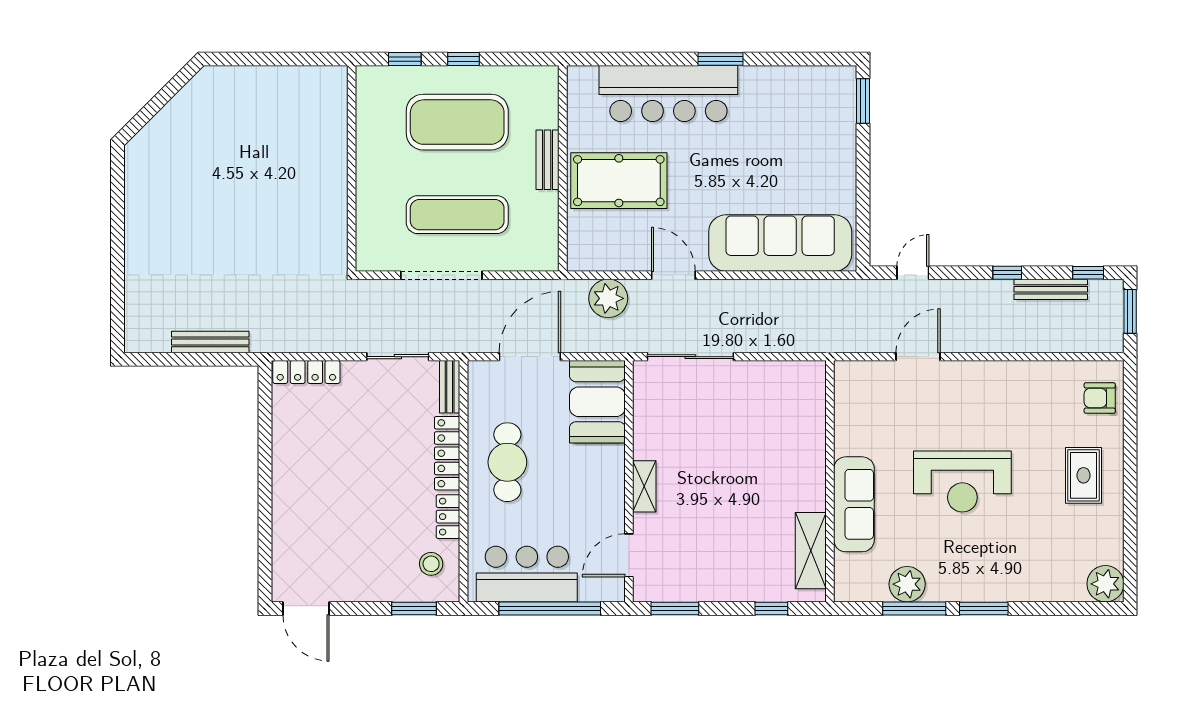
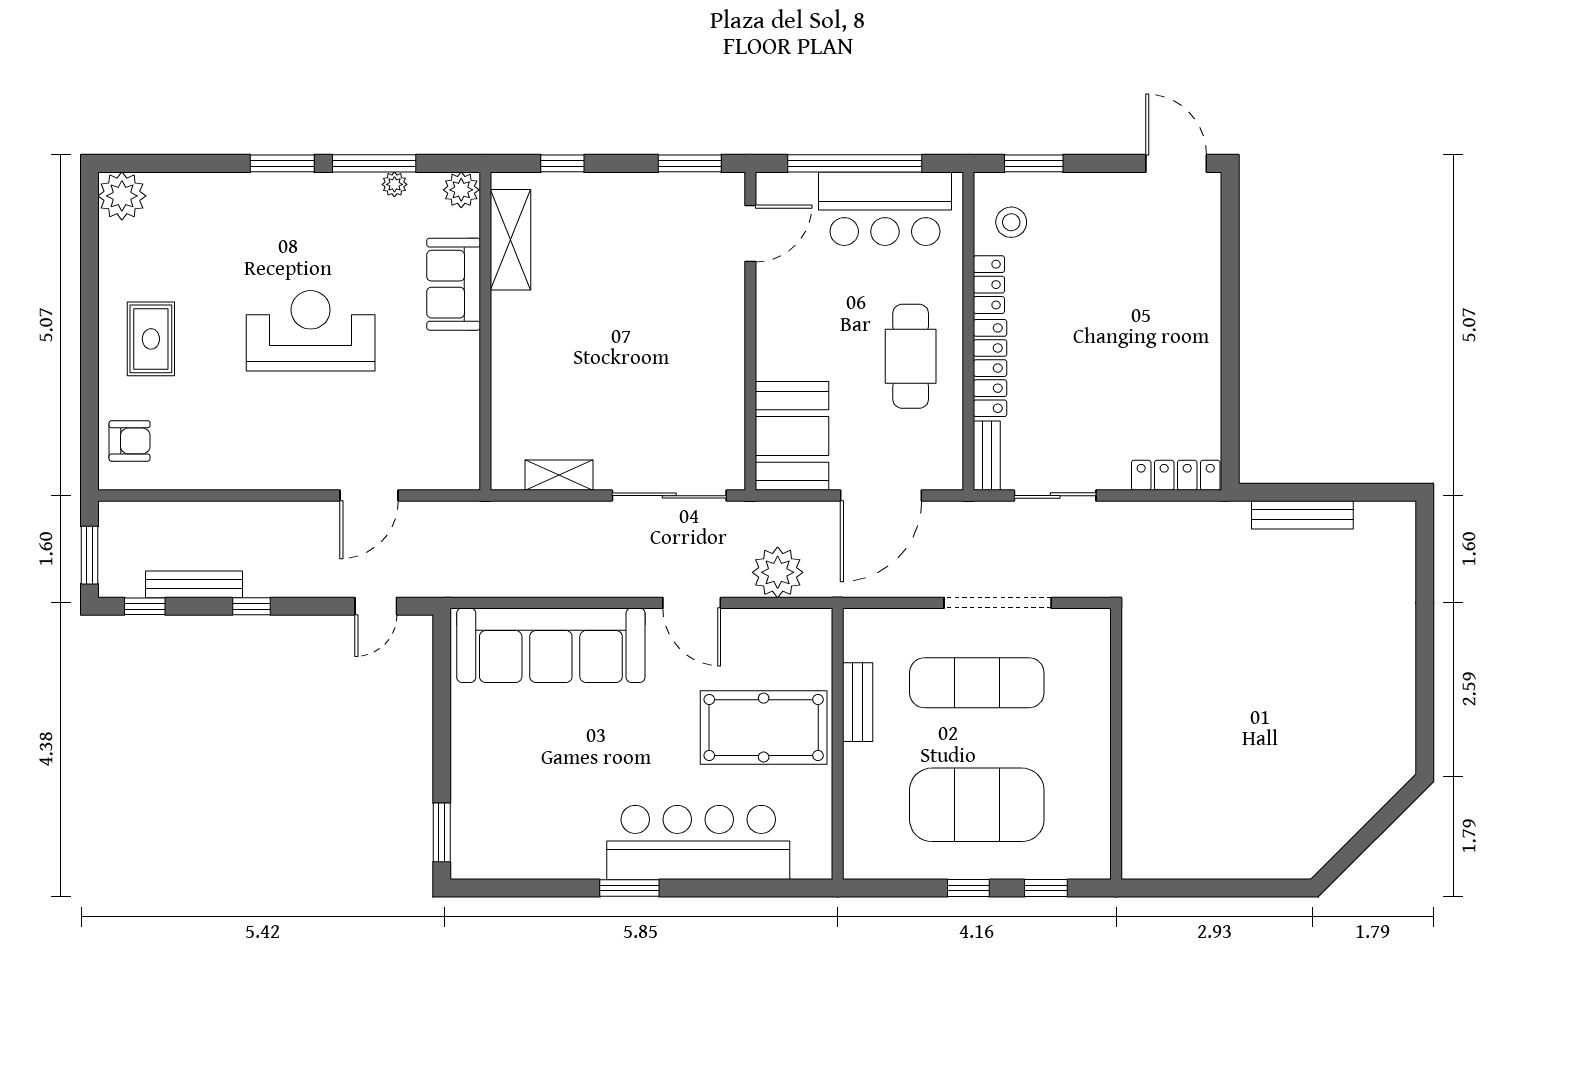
bench: (548, 160) -> (858, 702), moved
shelving: (644, 486) -> (559, 475), moved, turned 90
sofa: (854, 504) -> (454, 284), width x0.73
plant: (907, 584) -> (394, 184), width x0.53, depth x0.53
plant: (848, 588) -> (461, 190), added

